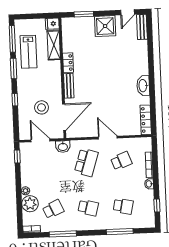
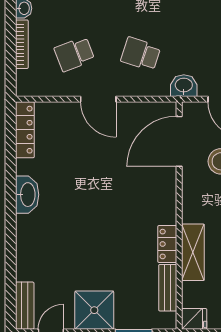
shelving: (54, 45) -> (193, 252), moved
bench: (69, 86) -> (168, 288), moved
school desk: (86, 162) -> (141, 54), width x0.54

